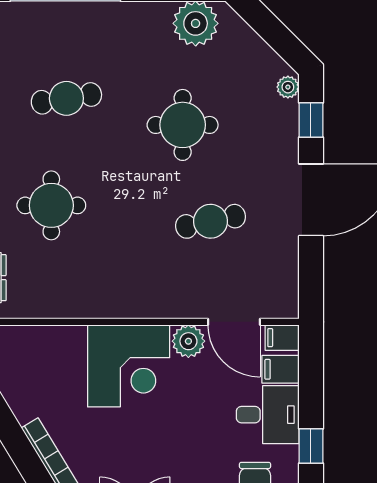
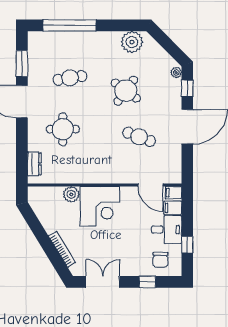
round table: (183, 125) -> (126, 91), turned 36
cafe table: (211, 221) -> (139, 137), turned 33
plant: (188, 341) -> (71, 194), moved

